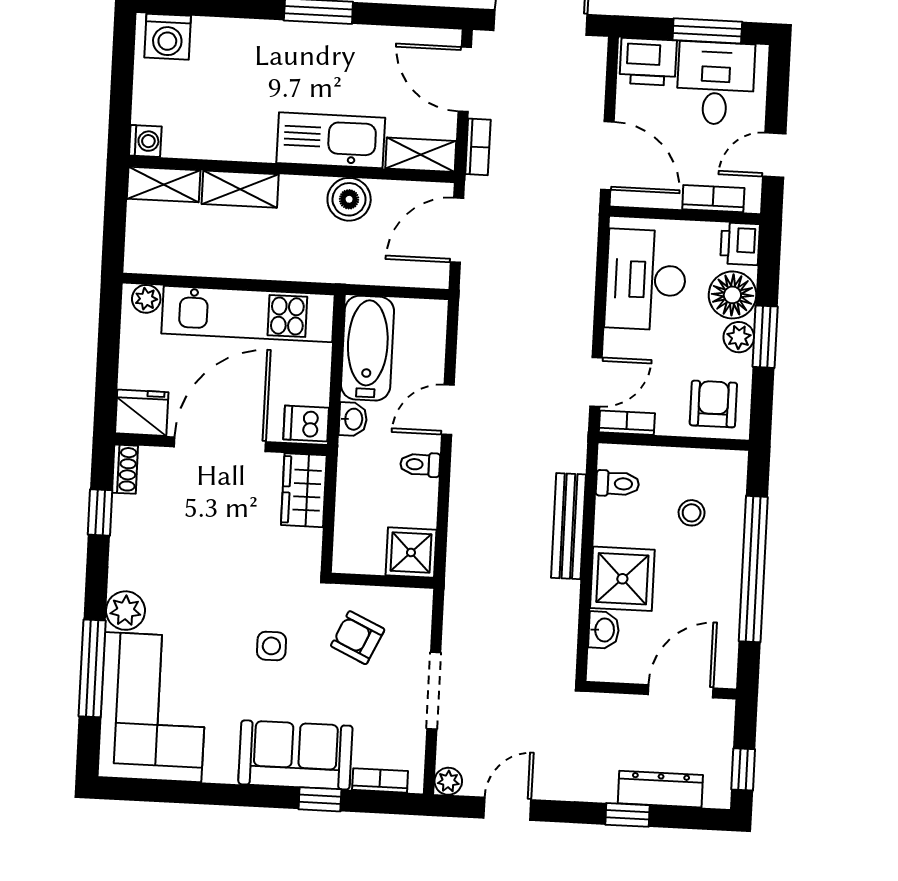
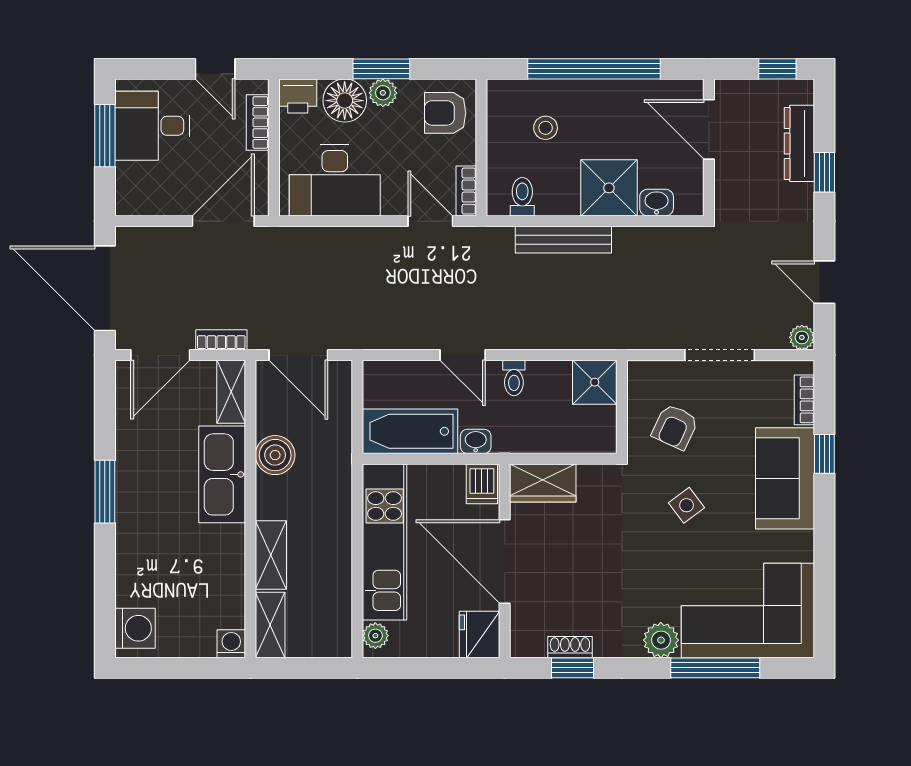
printer: (648, 62) -> (136, 188), removed
shoe rack: (125, 469) -> (570, 647), moved
side table: (271, 646) -> (687, 505), turned -37

